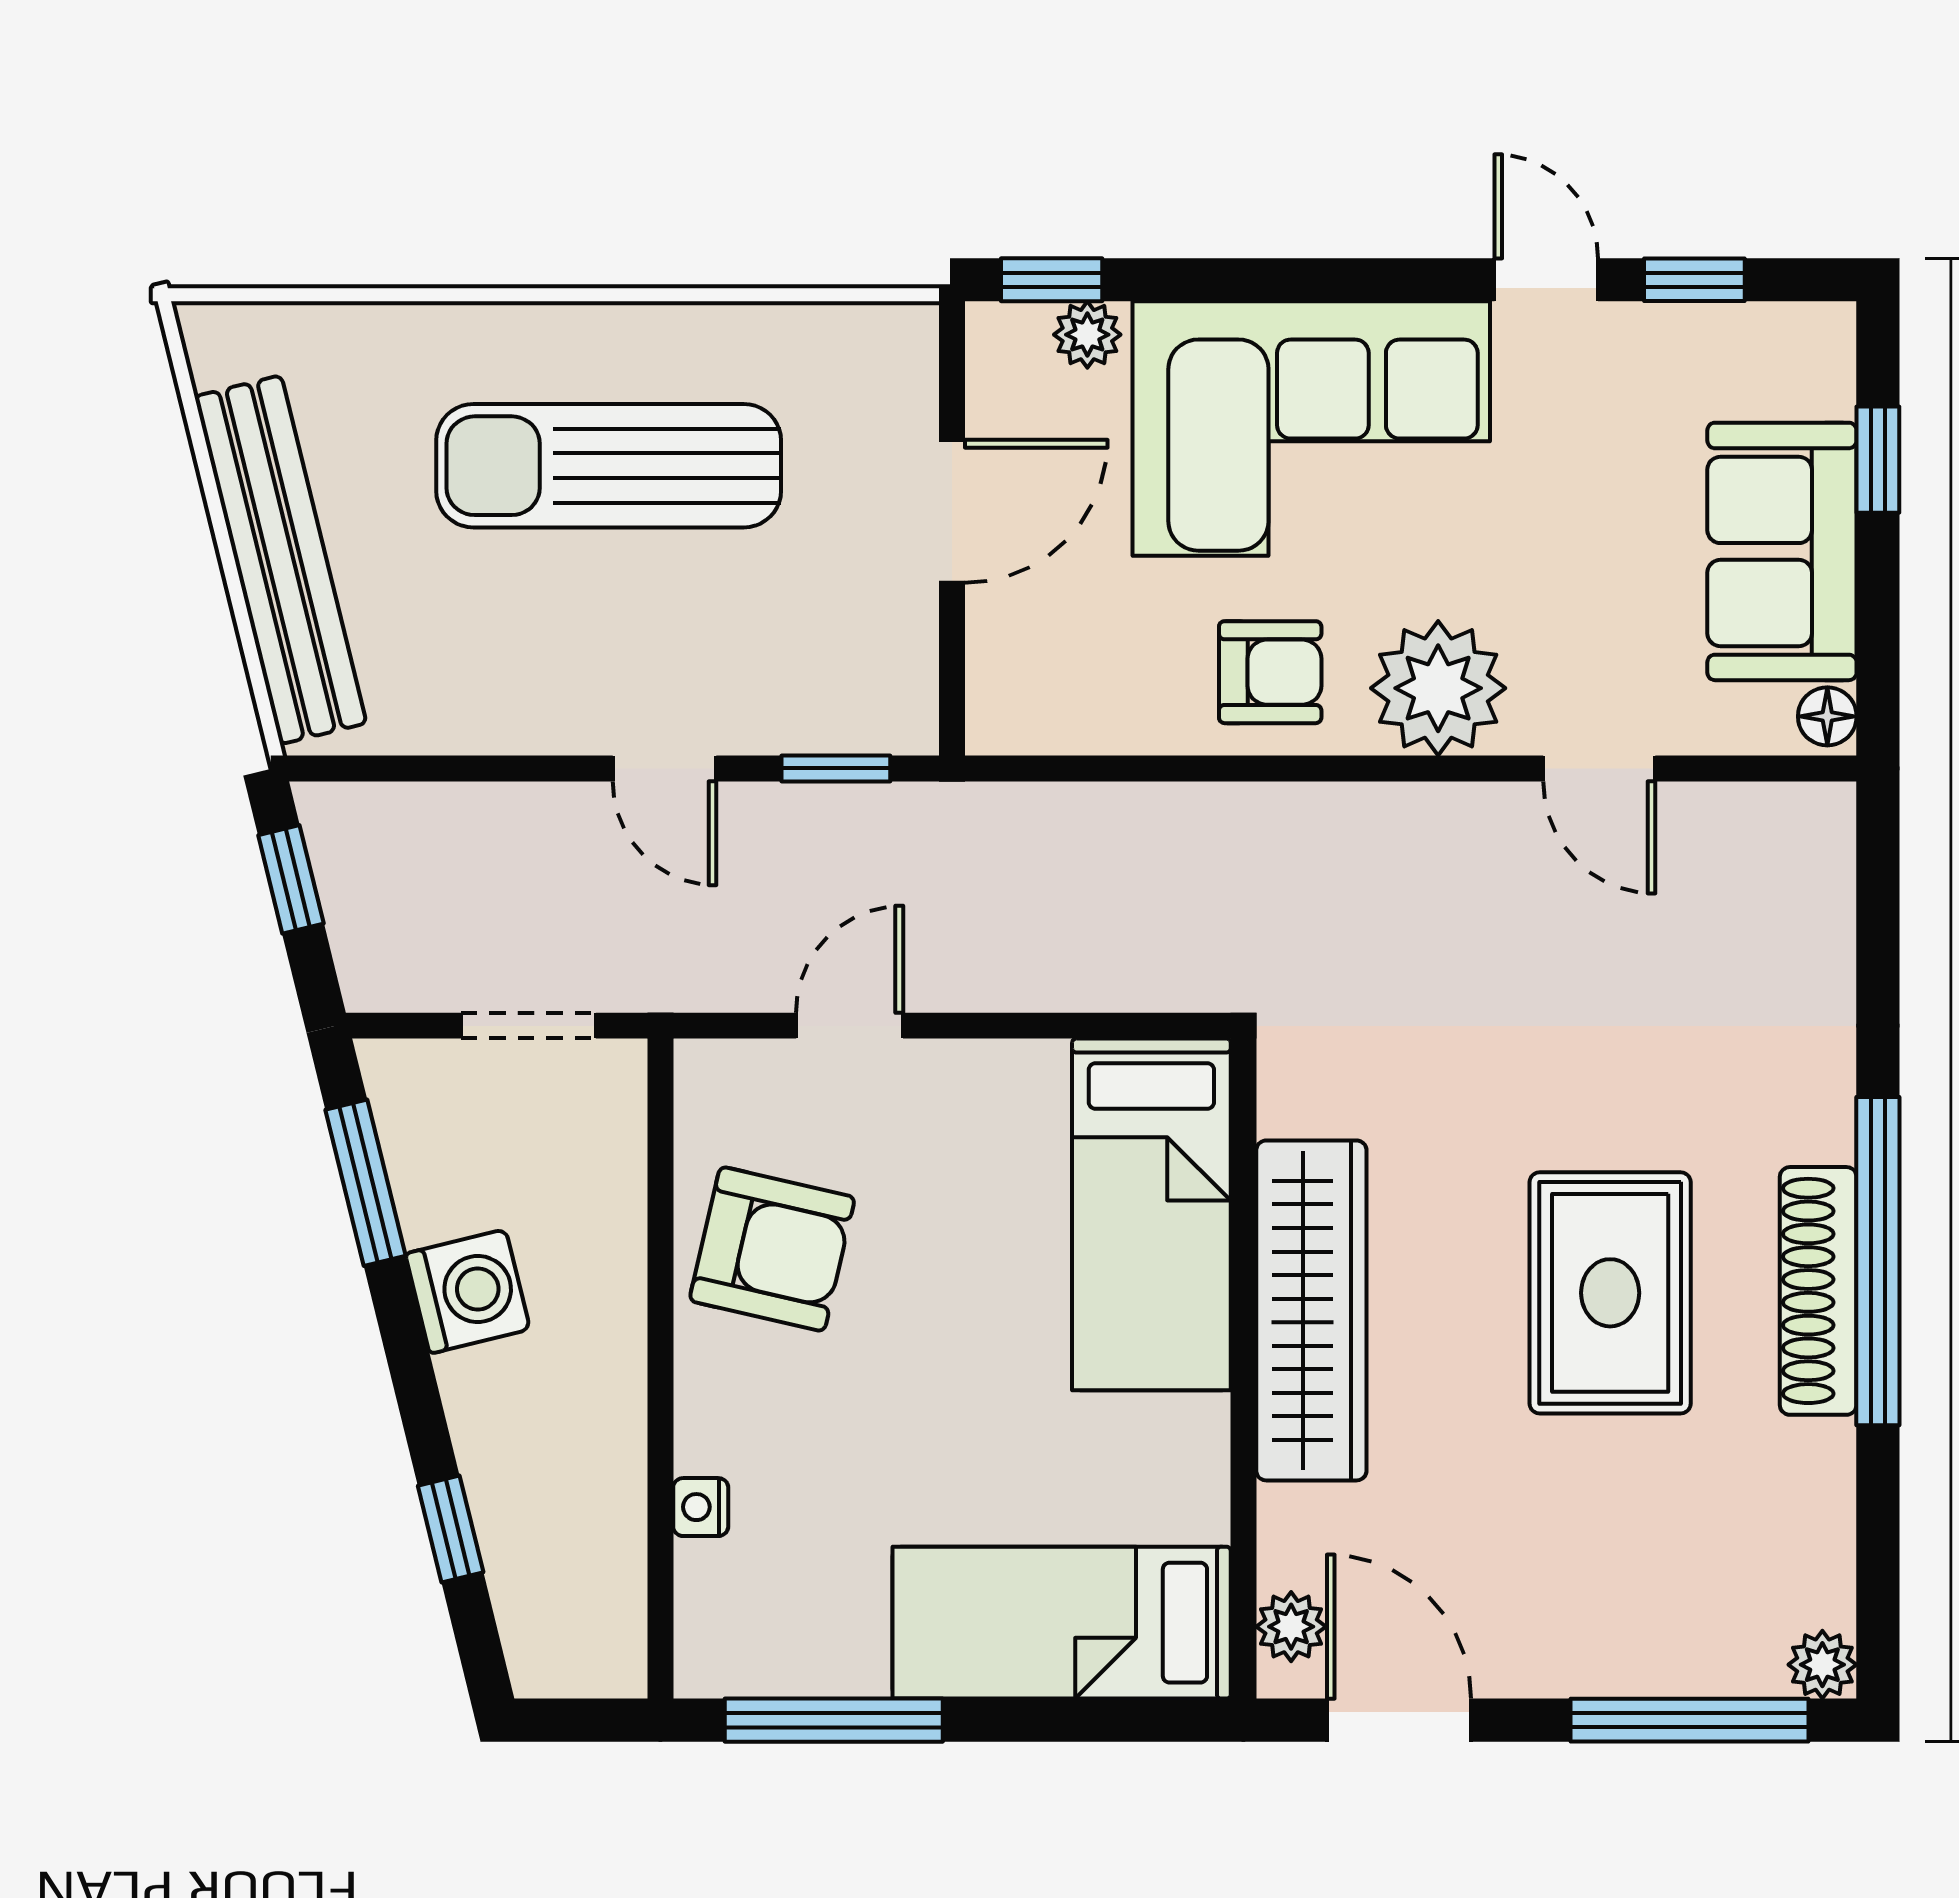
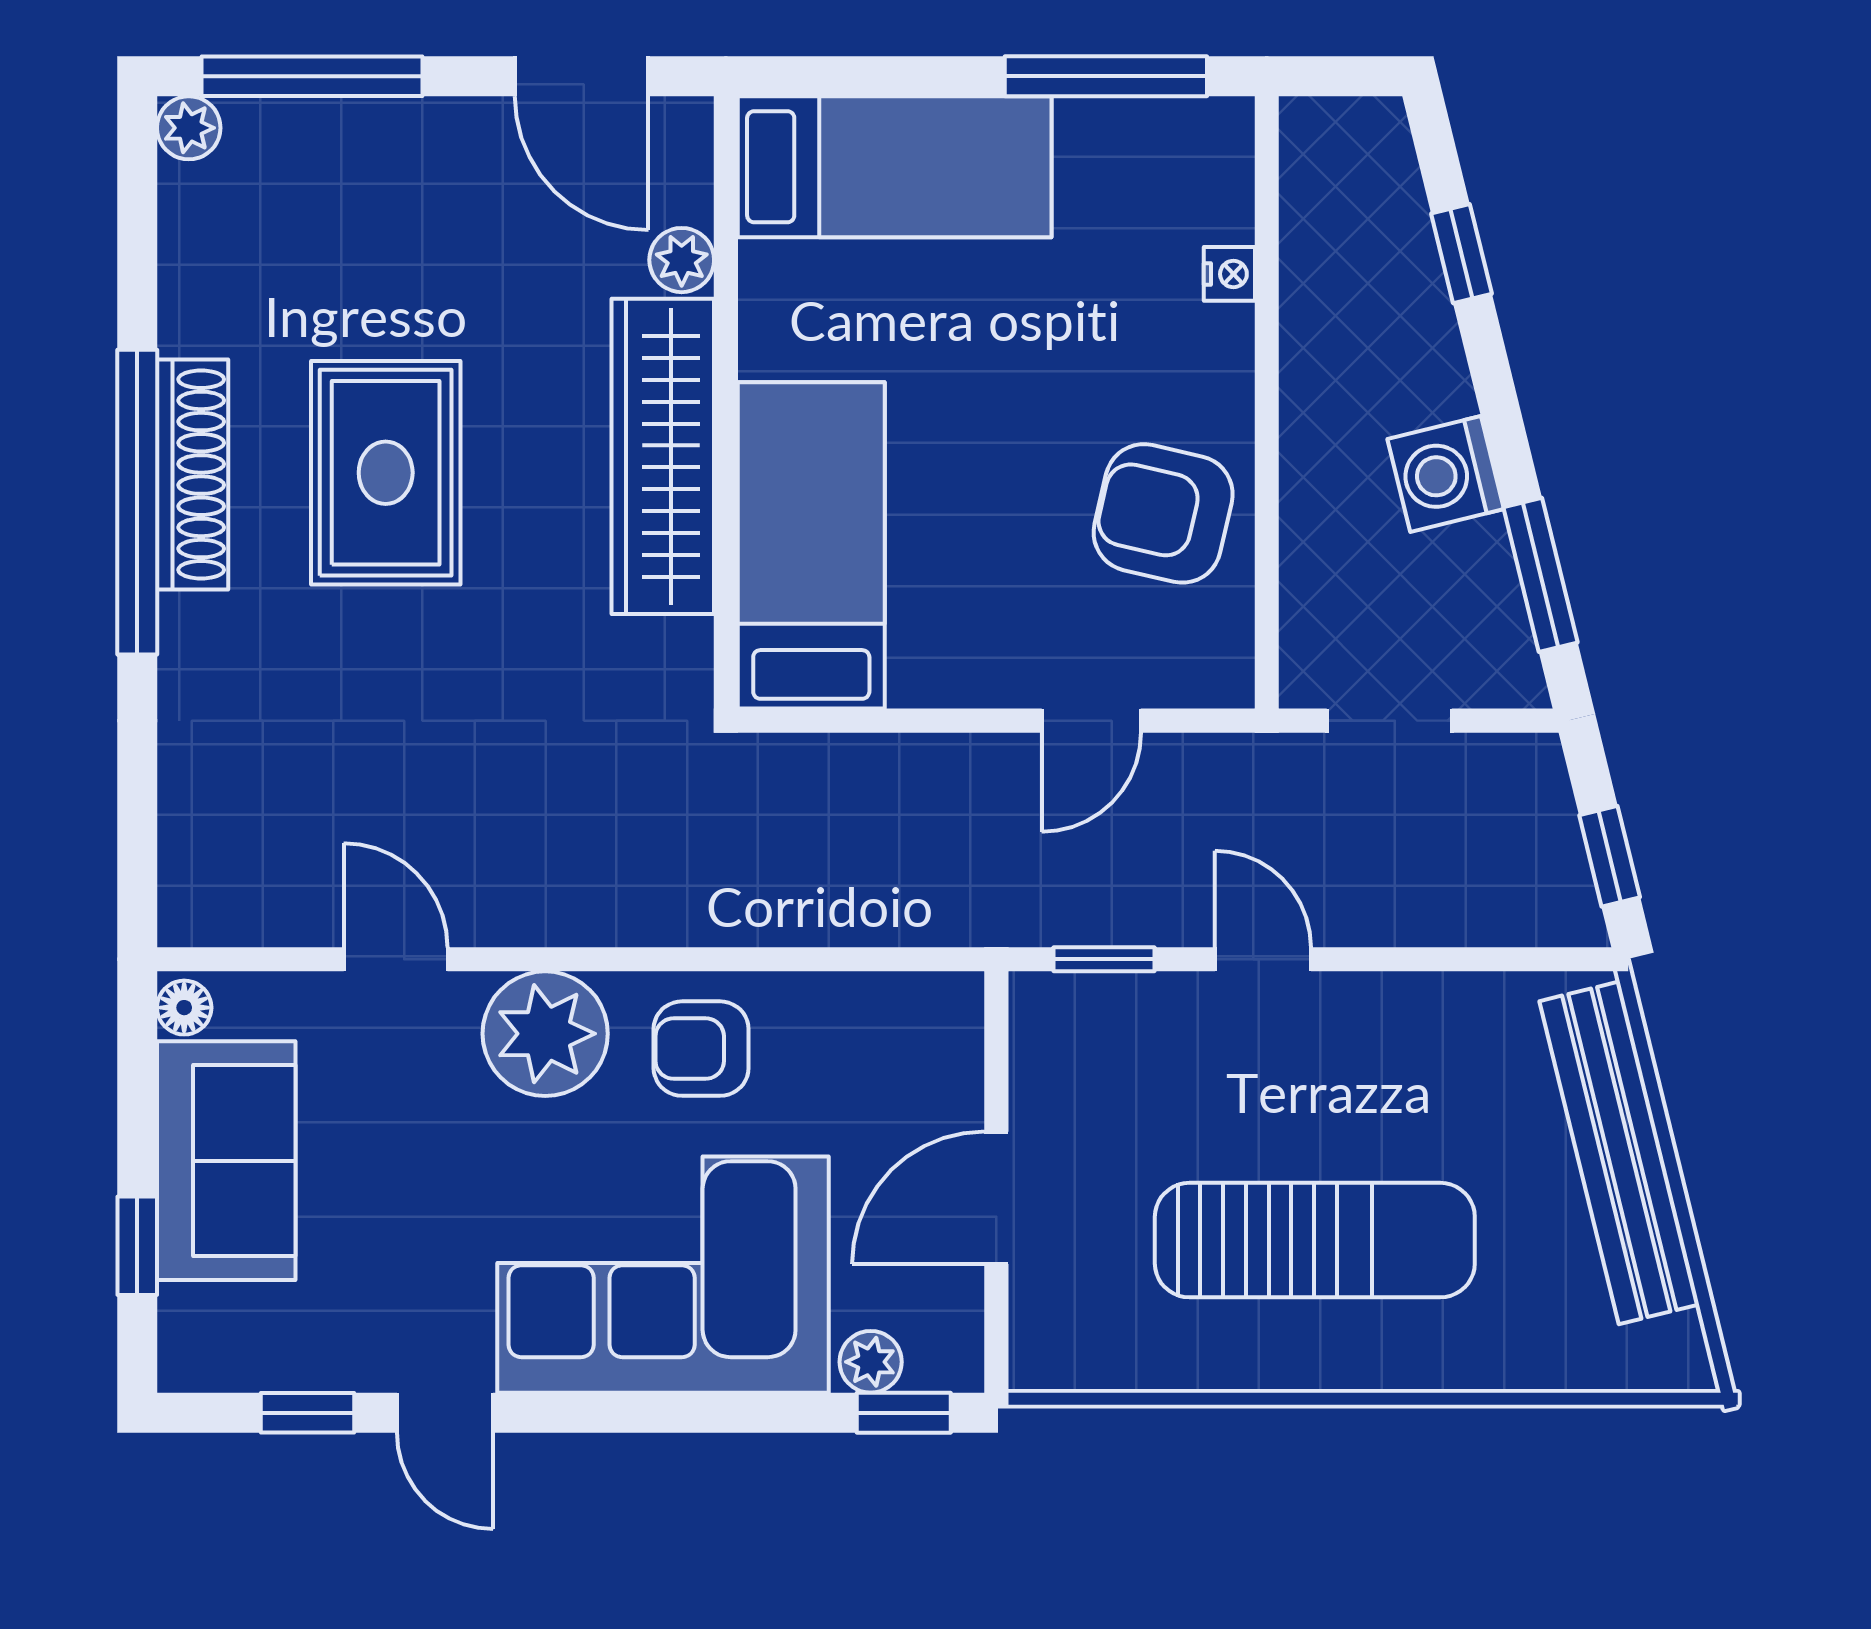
plant: (1291, 1627) -> (682, 260), moved

